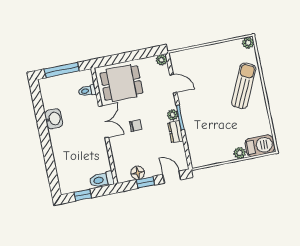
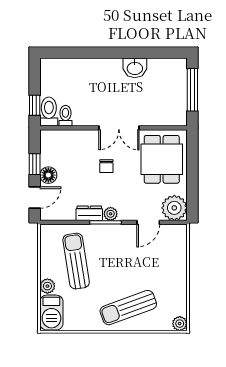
plant: (161, 60) -> (174, 208), width x1.88, depth x1.88
sun lounger: (244, 86) -> (128, 308), turned 135
toilet: (87, 91) -> (65, 116), moved
sun lounger: (215, 134) -> (76, 261), added
floor lamp: (138, 173) -> (48, 175), moved
window: (83, 195) -> (35, 105), moved

